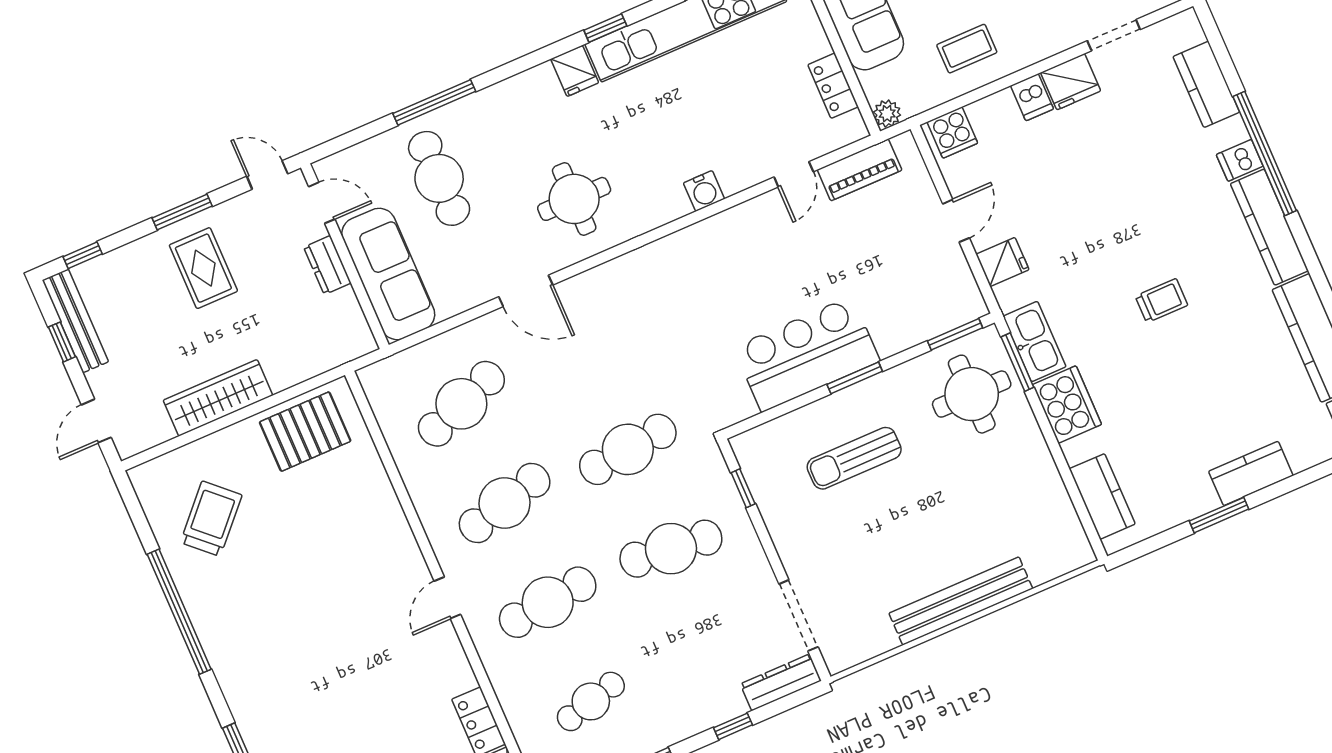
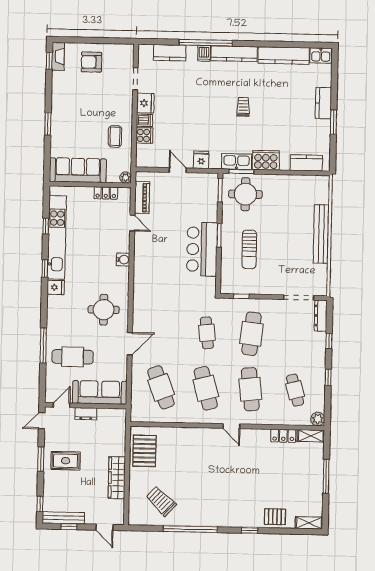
cooker: (952, 133) -> (144, 135), moved
cafe table: (628, 449) -> (207, 333), width x0.73, depth x0.74

